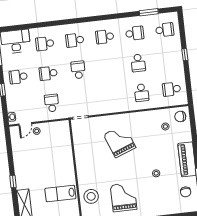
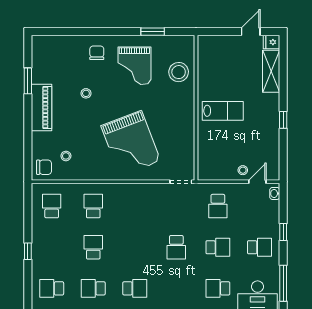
school desk: (75, 40) -> (176, 288), removed
school desk: (45, 44) -> (218, 288), turned 180
school desk: (172, 89) -> (52, 206), turned -90
grand piano: (120, 141) -> (131, 143), width x1.37, depth x1.48
window: (13, 181) -> (283, 120), moved
chair: (186, 192) -> (97, 53), moved
lab bench: (60, 194) -> (223, 111), moved

